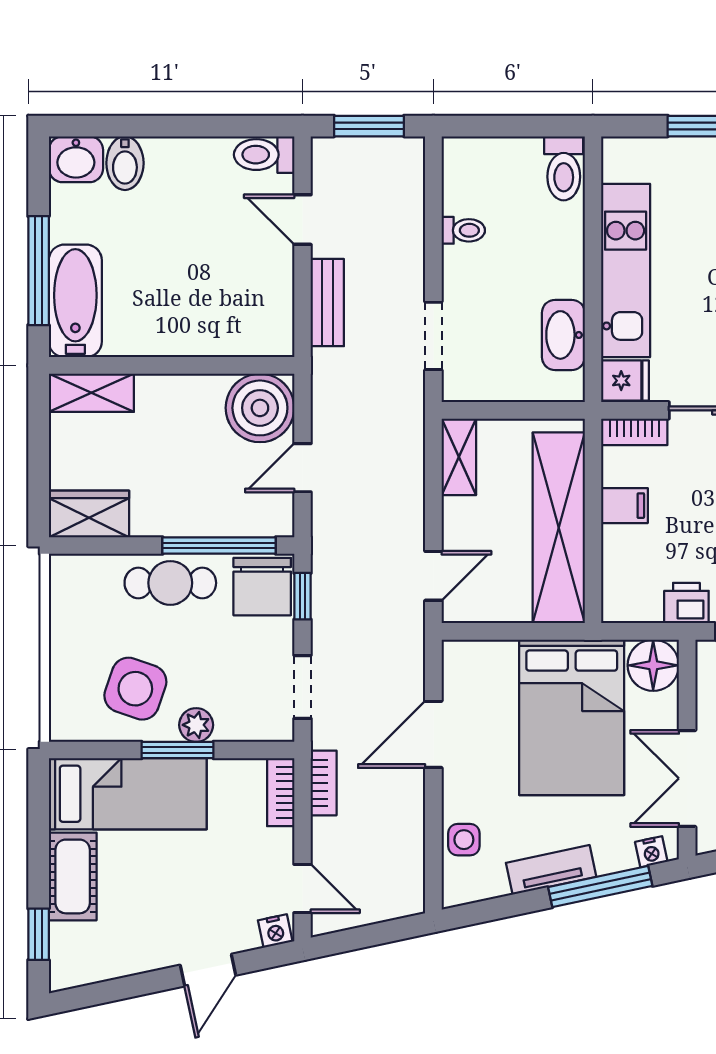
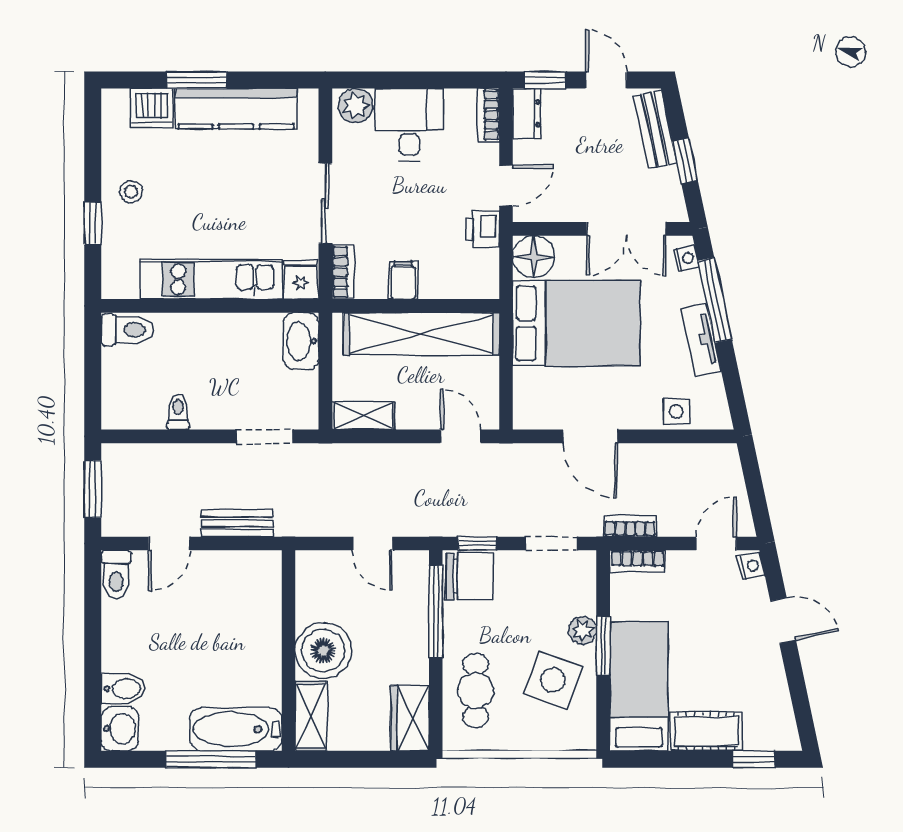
washbasin: (563, 335) -> (301, 341), moved, turned 90
boiler: (260, 408) -> (323, 651), moved
cafe table: (170, 583) -> (476, 691), moved

